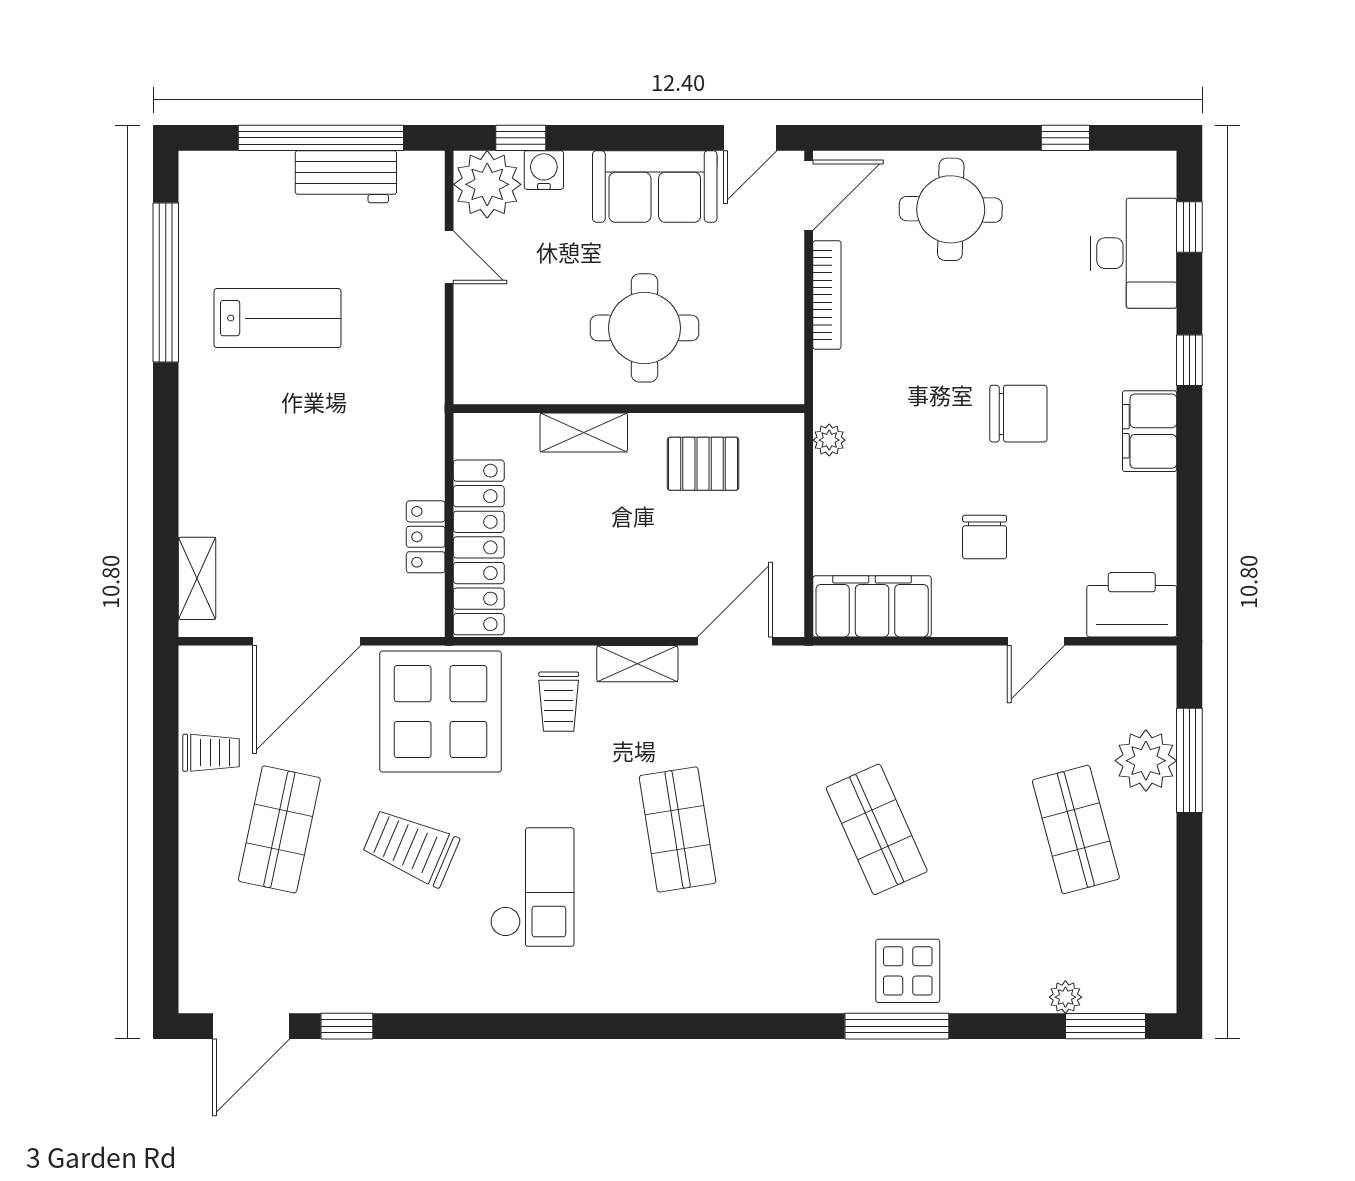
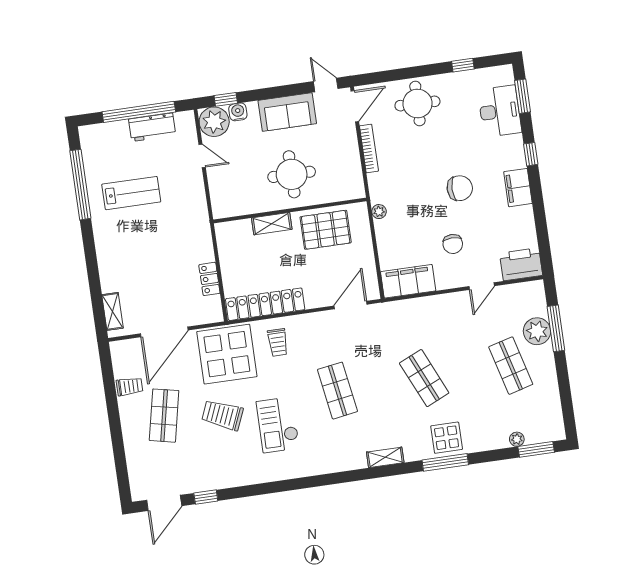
door: (750, 138) -> (326, 85), swing flipped
window: (1189, 227) -> (522, 96), width x1.50
pallet: (703, 464) -> (326, 230), width x1.50, depth x1.42
locker: (479, 547) -> (265, 304), moved, turned -90
shelving: (637, 664) -> (385, 457), moved
checkout: (532, 887) -> (278, 425), turned 180

